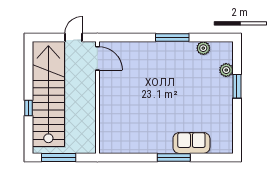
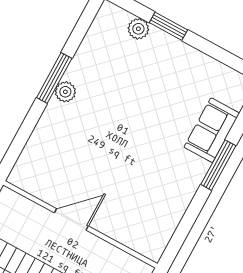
plant: (203, 48) -> (65, 92), moved
door: (97, 58) -> (71, 219), moved

